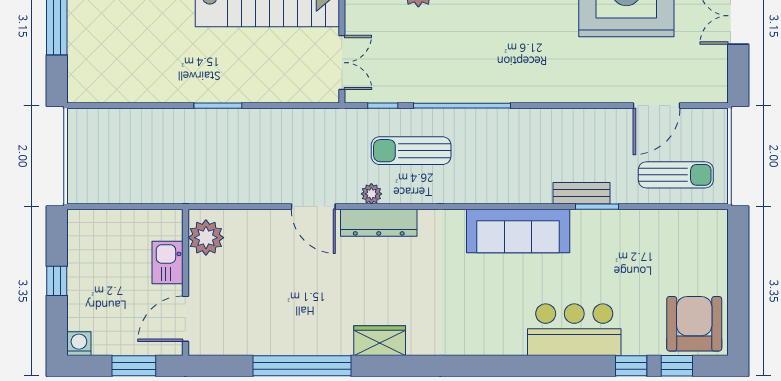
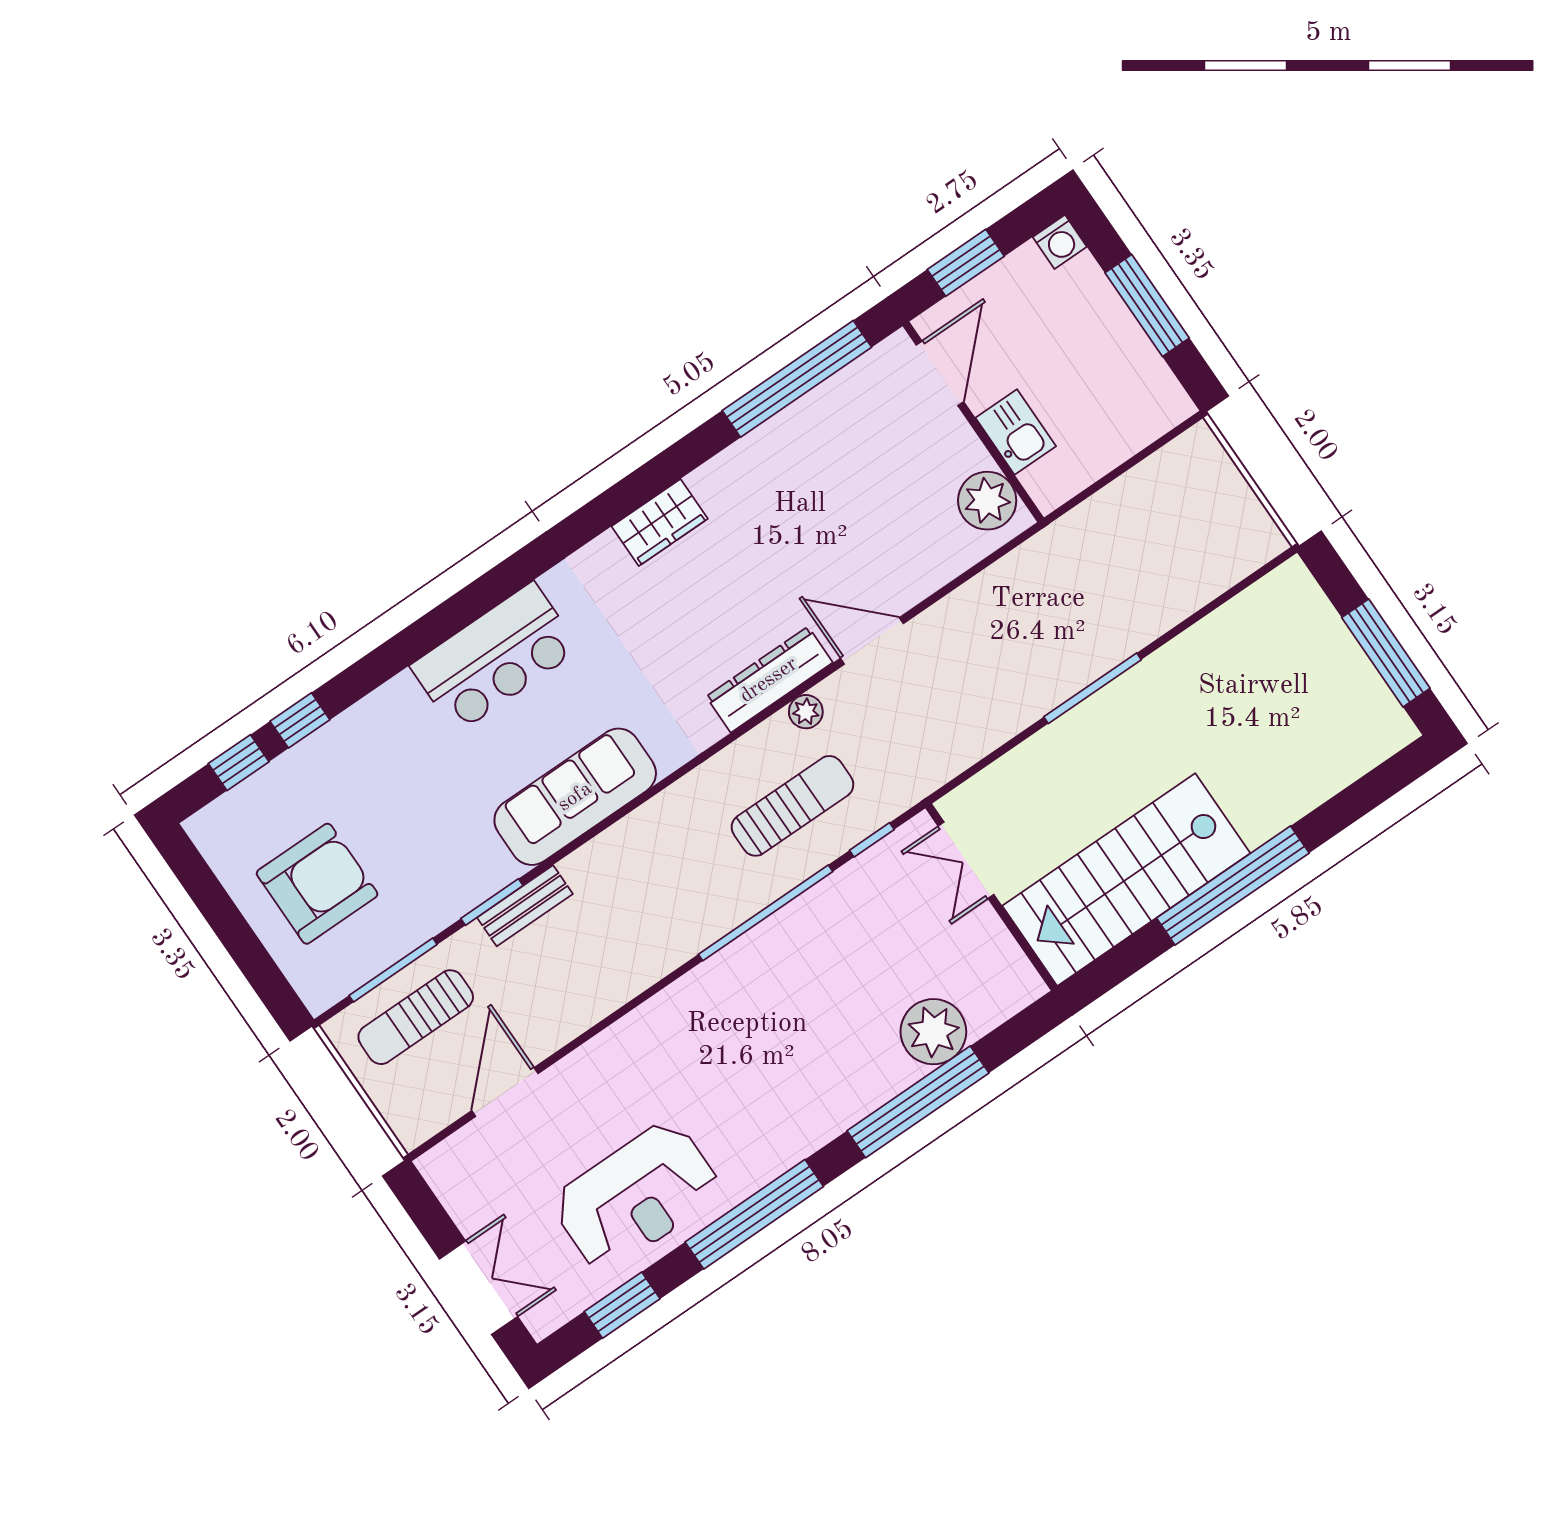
window: (218, 106) -> (1093, 688), width x1.44
window: (671, 207) -> (393, 970), added
window: (57, 281) -> (1147, 305), width x2.17
armchair: (694, 324) -> (317, 884), moved, turned -90
bar counter: (574, 330) -> (495, 657), moved
window: (302, 366) -> (797, 379), moved

